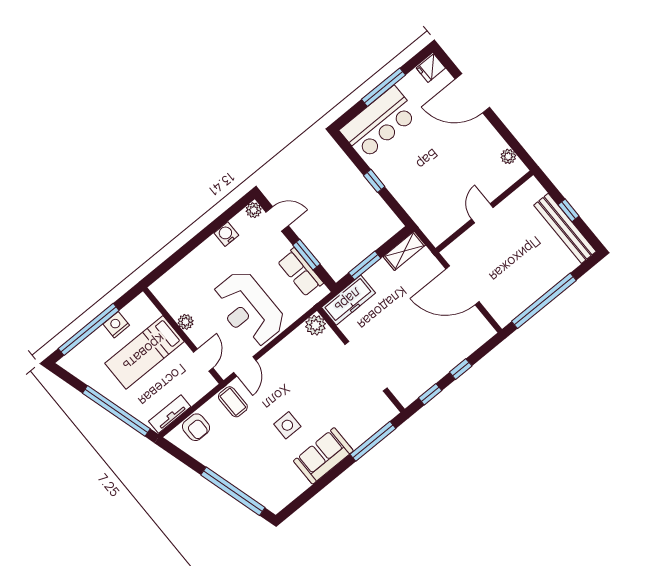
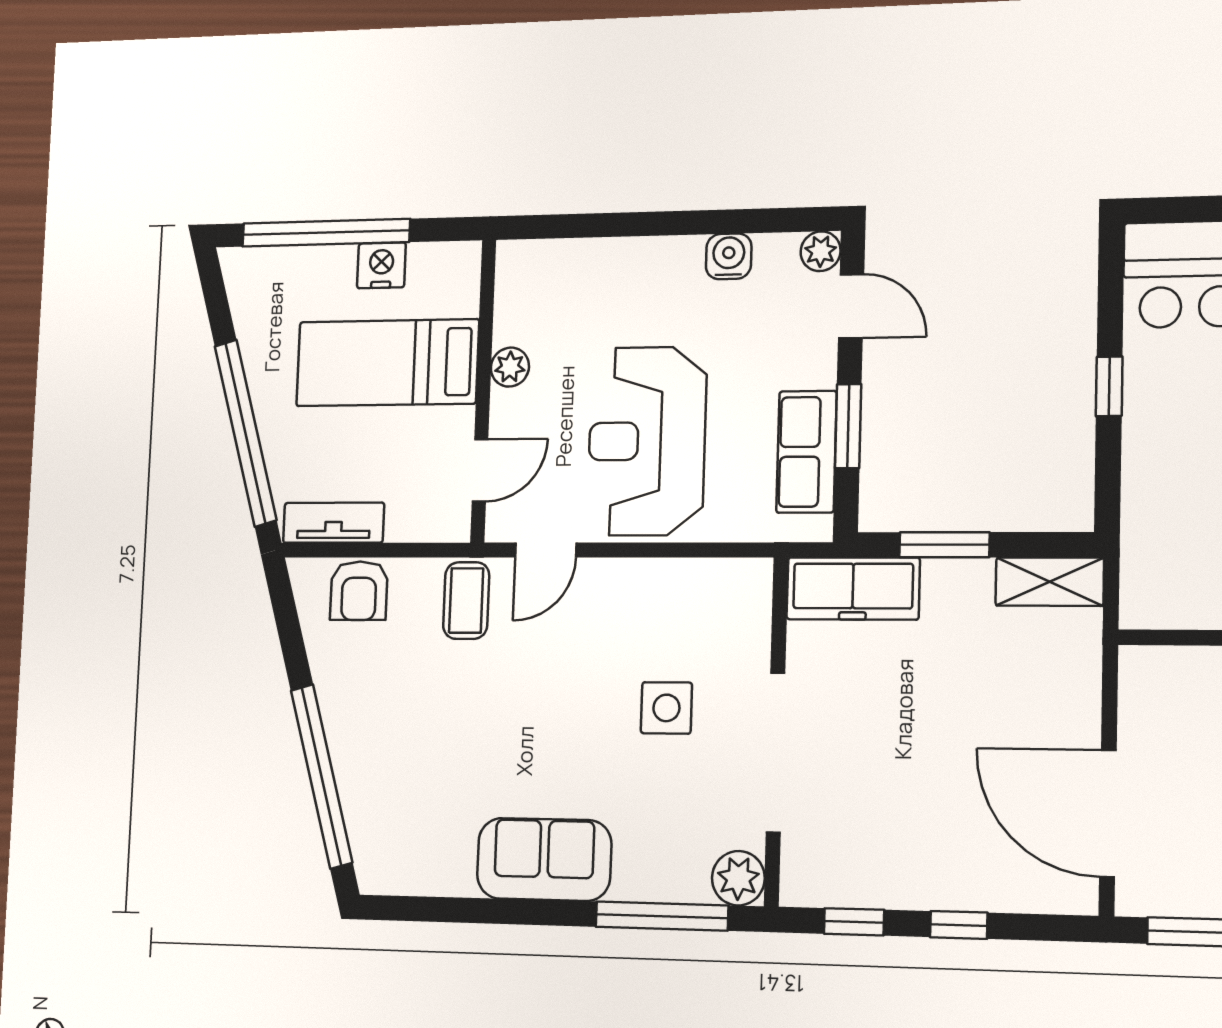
door: (462, 285) -> (1108, 814), moved
plant: (316, 325) -> (738, 878), moved
side table: (287, 425) -> (666, 708), moved

